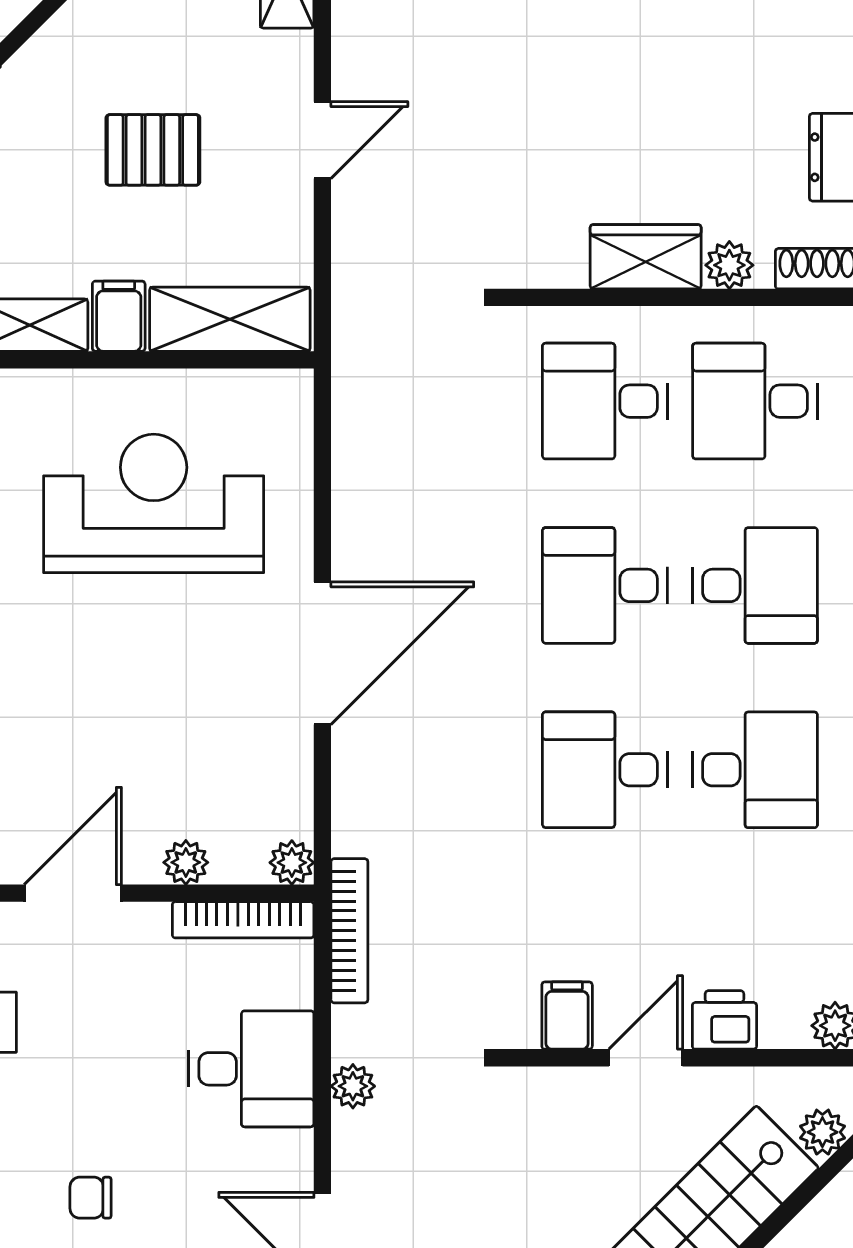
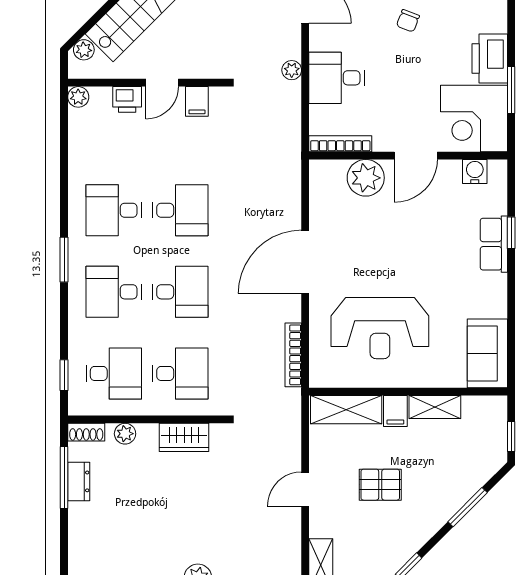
wardrobe: (646, 257) -> (184, 437), moved
plant: (186, 862) -> (366, 178), width x1.88, depth x1.88
plant: (292, 863) -> (319, 169), removed
bookcase: (349, 931) -> (293, 355), moved
chair: (90, 1198) -> (408, 21), turned 111

